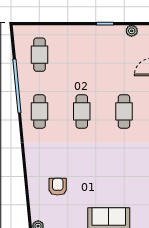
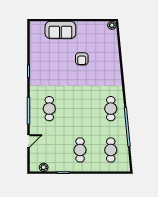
cafe table: (82, 111) -> (80, 150), moved
armchair: (58, 187) -> (82, 59), moved

